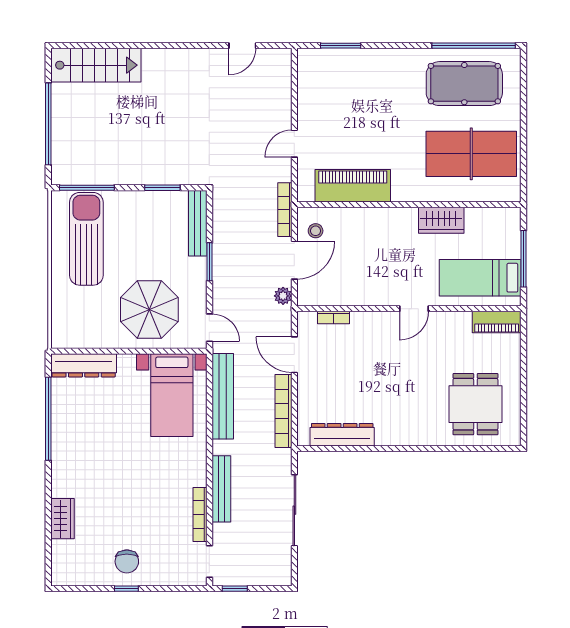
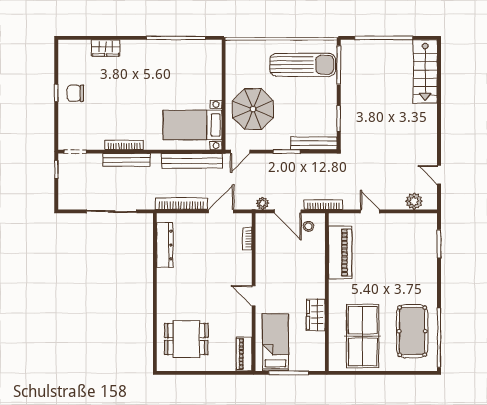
plant: (280, 81) -> (414, 201), added
dresser: (84, 365) -> (214, 63), removed
bookcase: (200, 514) -> (124, 145), moved

